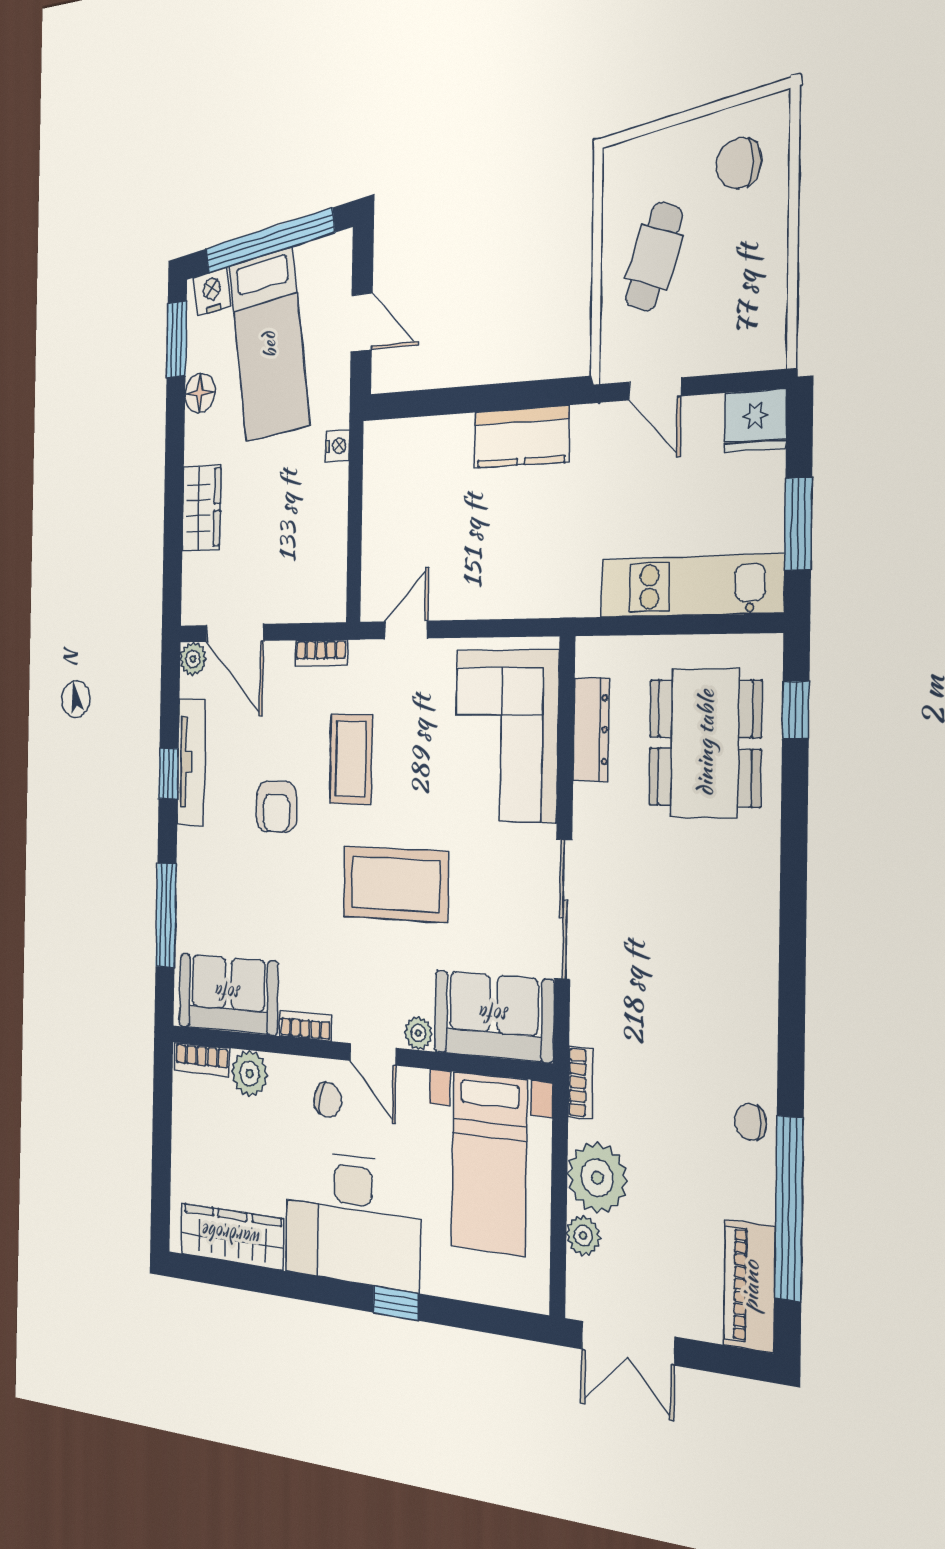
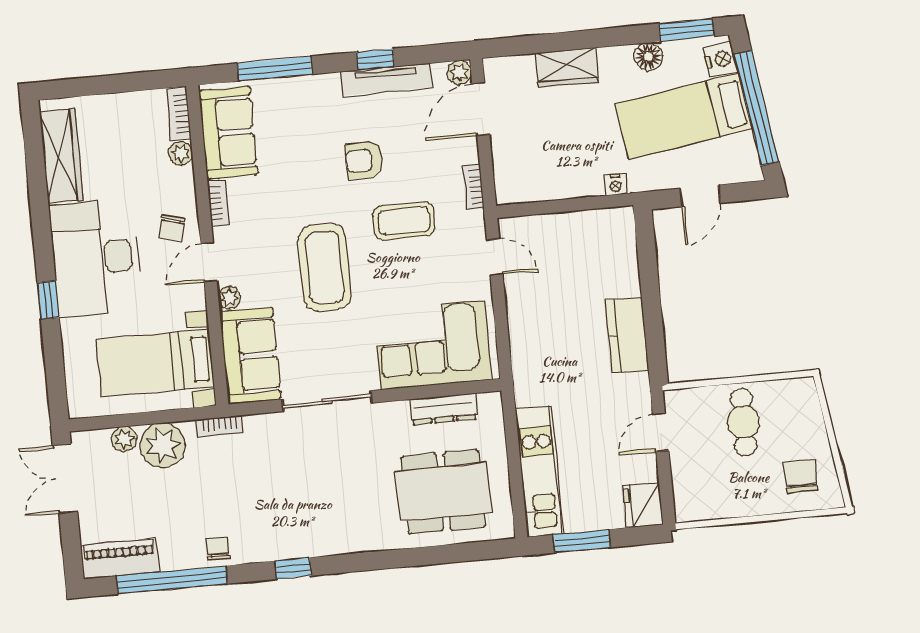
cafe table: (654, 257) -> (744, 422), turned 71
window: (796, 710) -> (293, 568), moved
plant: (249, 1074) -> (181, 153), width x0.73, depth x0.73

